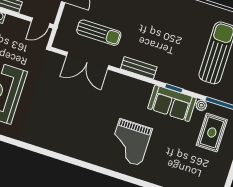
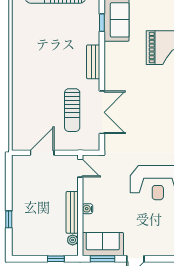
sun lounger: (99, 33) -> (72, 110), turned 180

